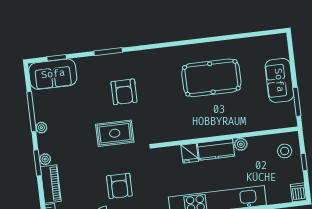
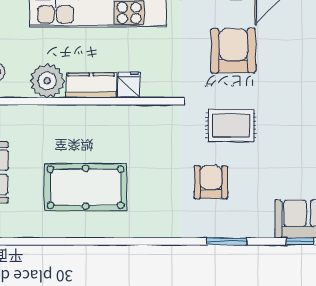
plant: (241, 144) -> (47, 81), width x1.87, depth x1.87
armchair: (119, 186) -> (233, 51), width x1.36, depth x1.36

